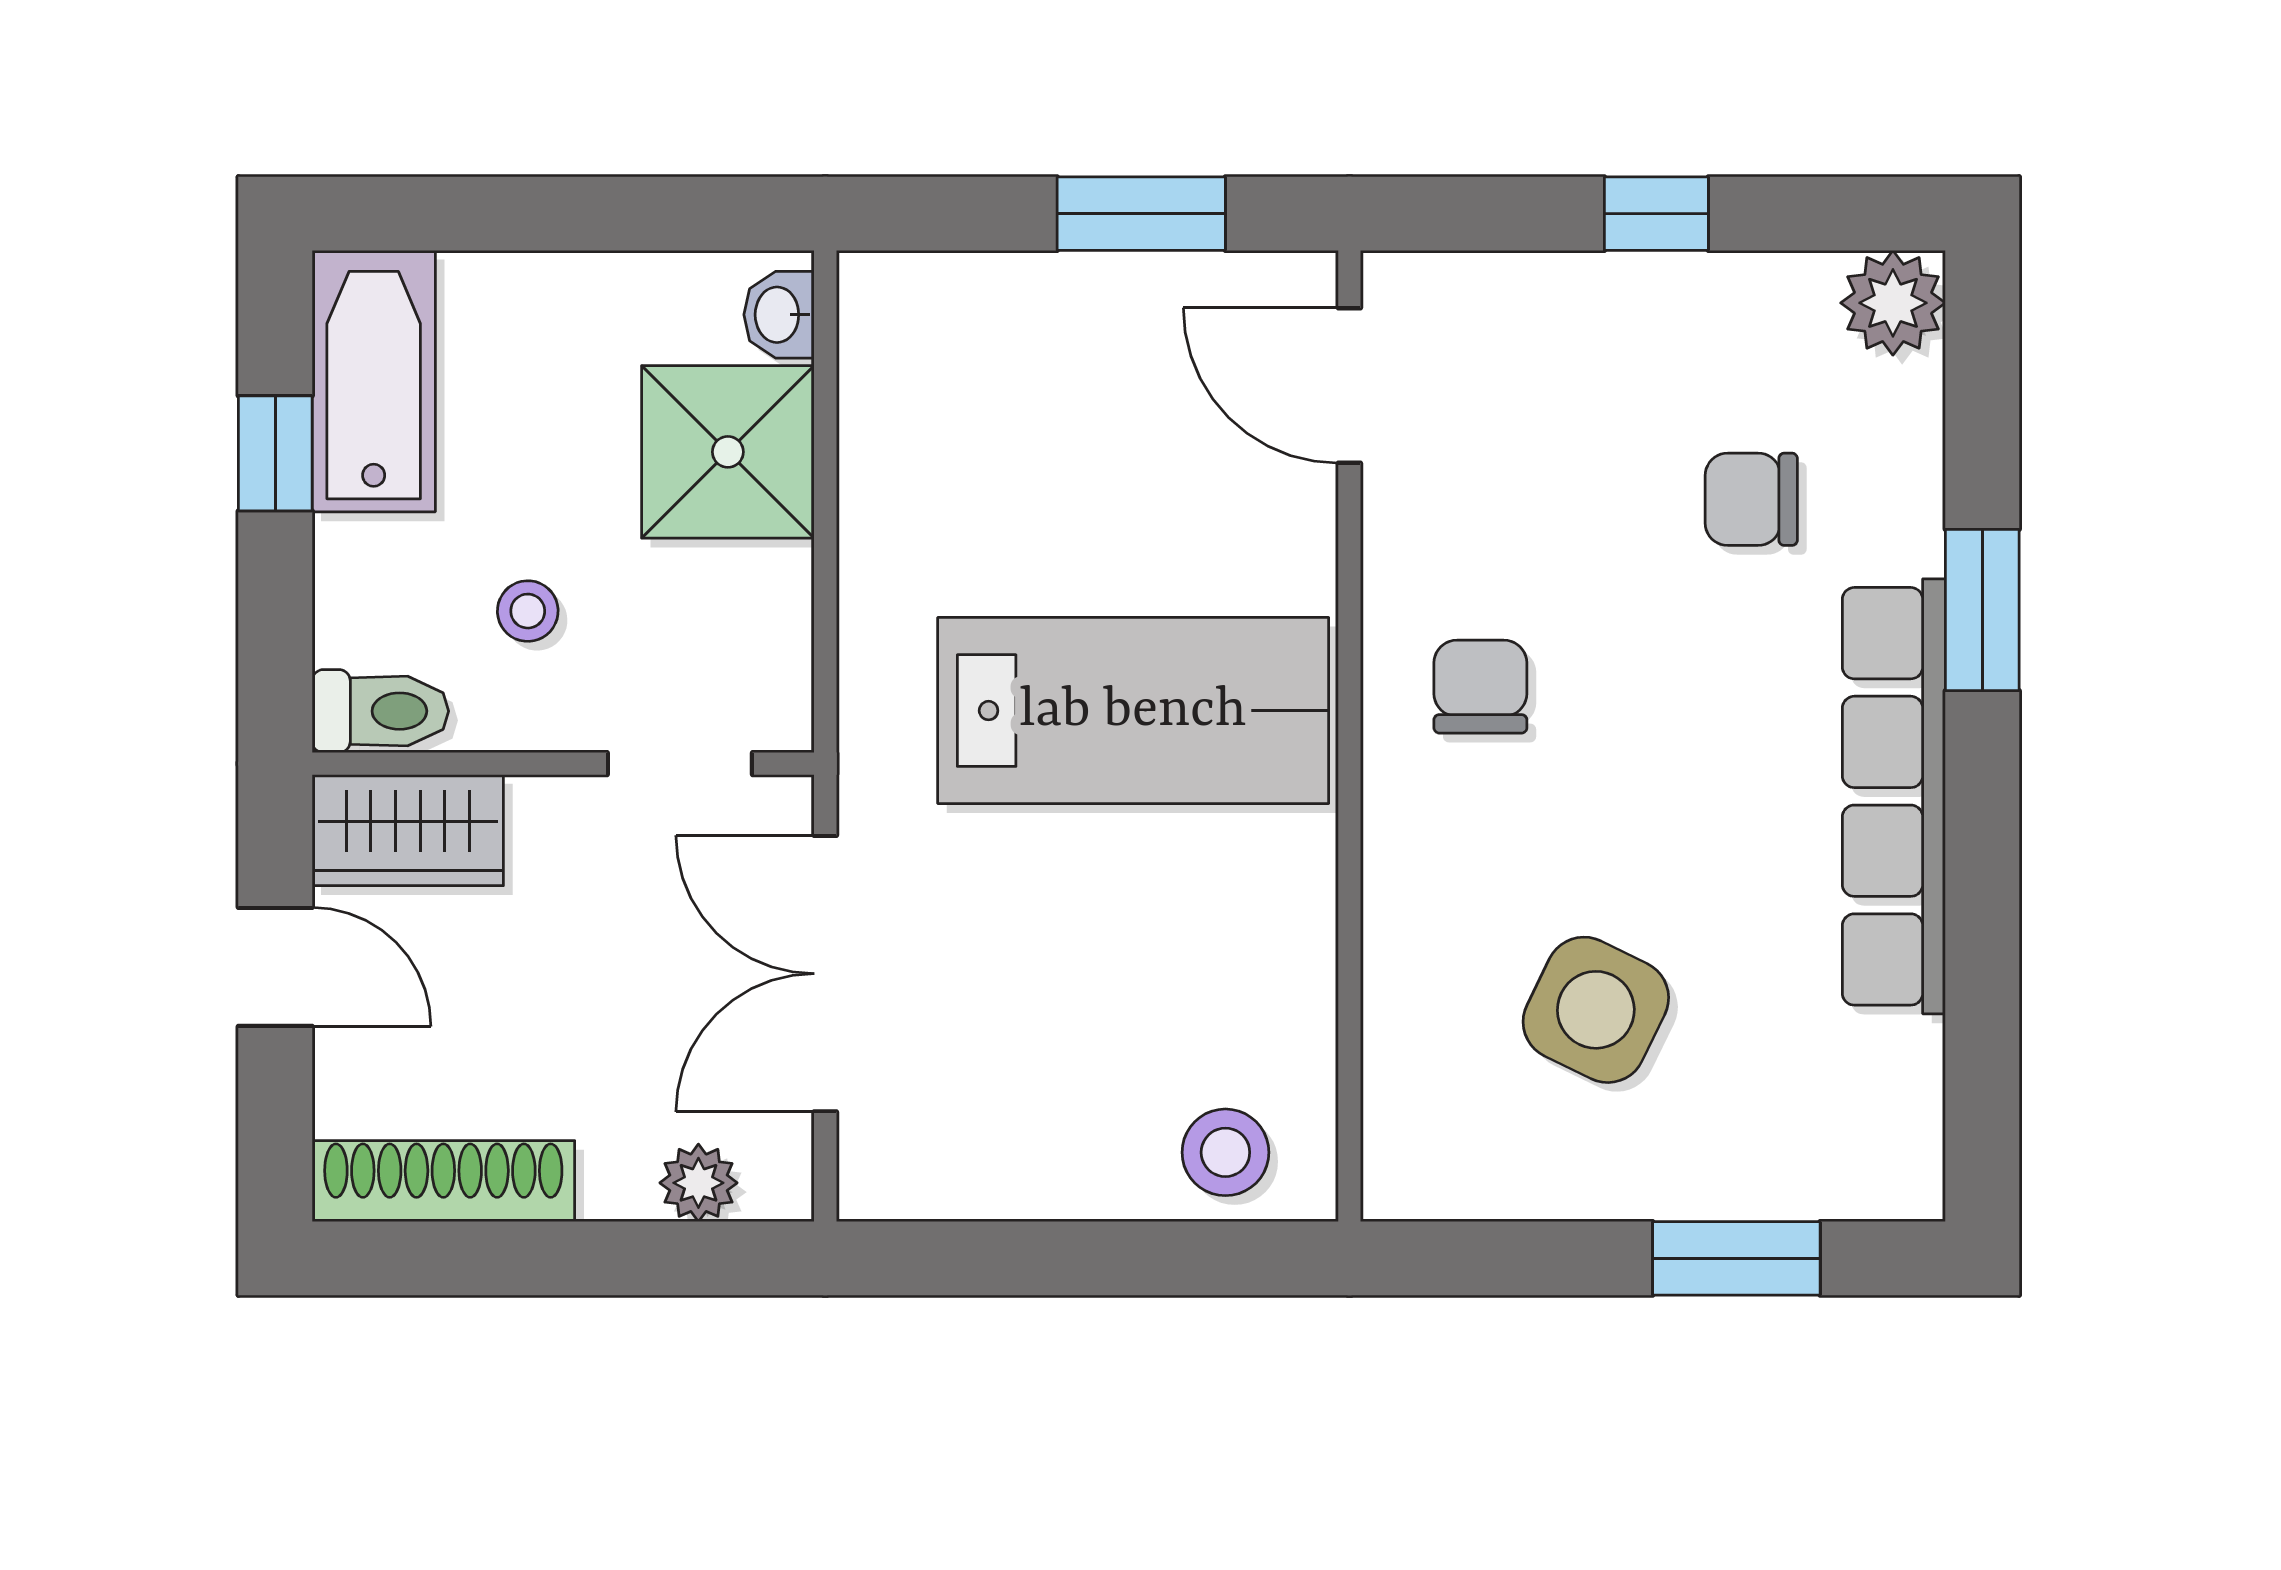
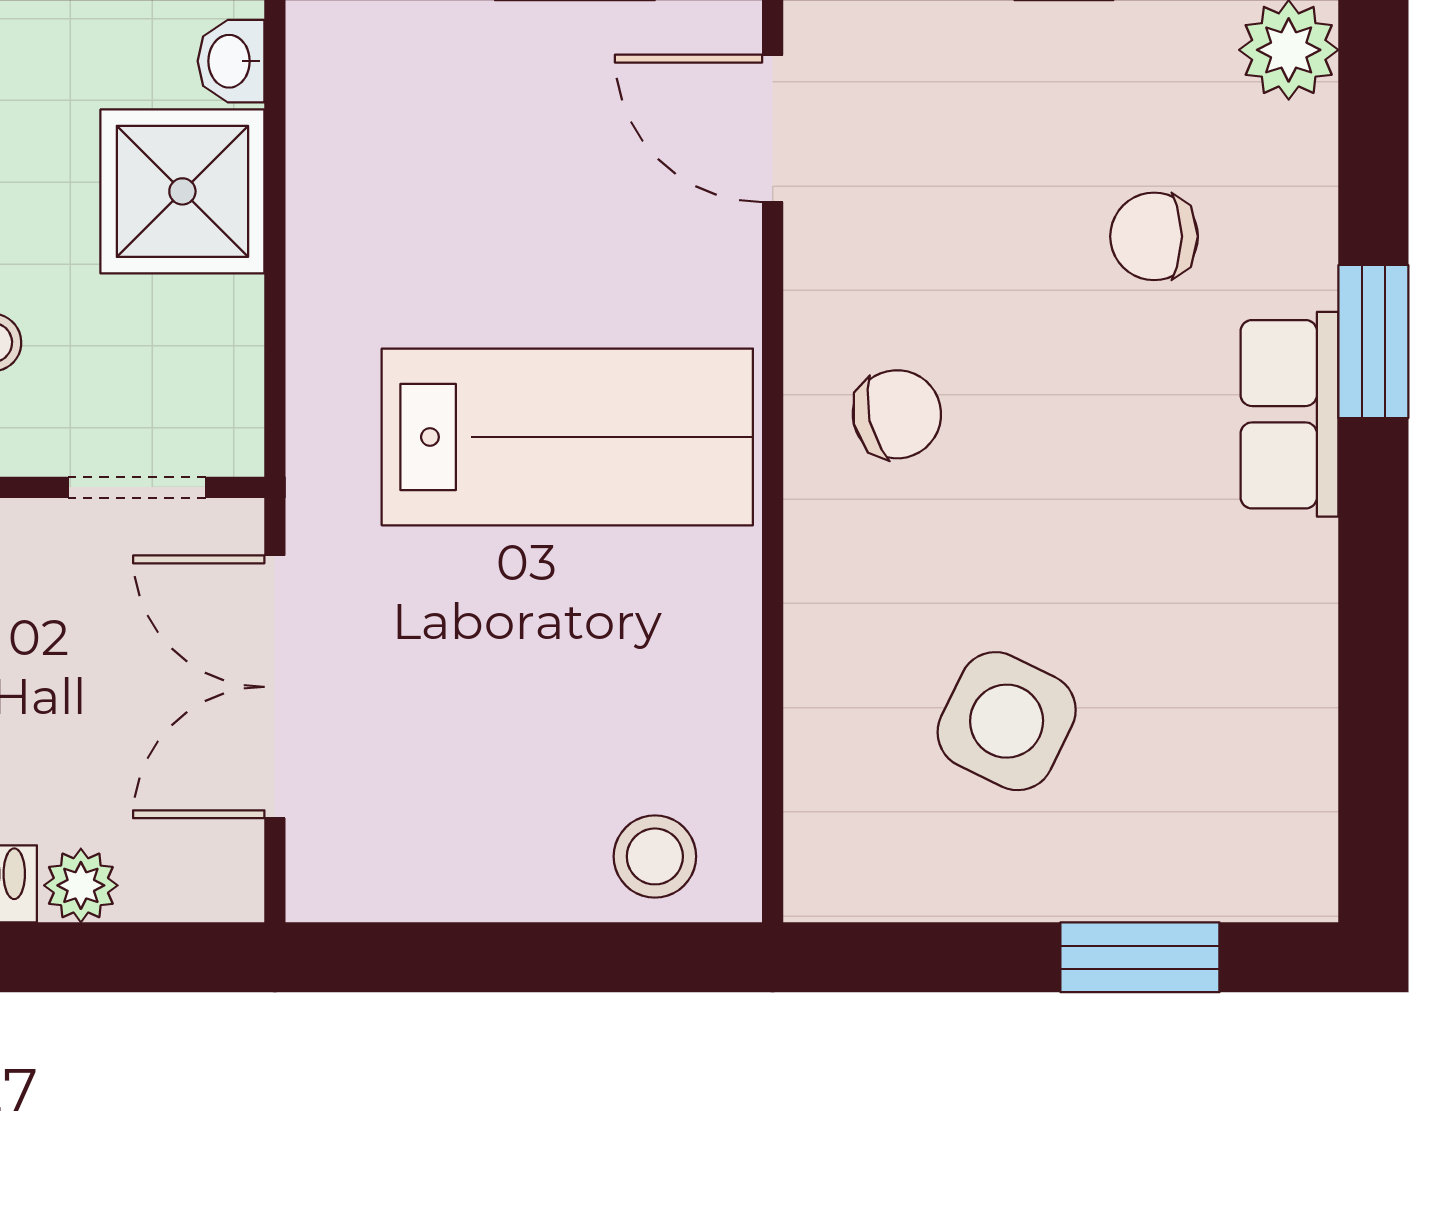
chair: (1480, 687) -> (897, 414), turned 77
row of seats: (1894, 796) -> (1290, 414), width x0.50
plant: (698, 1183) -> (81, 885), moved

